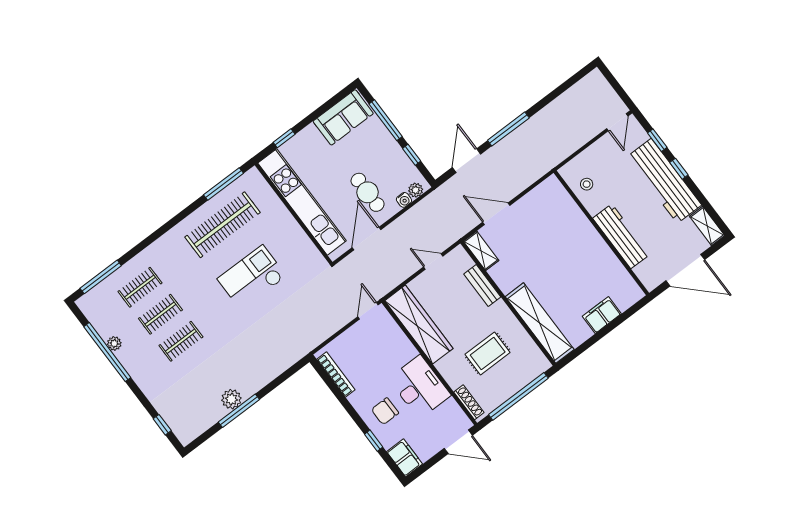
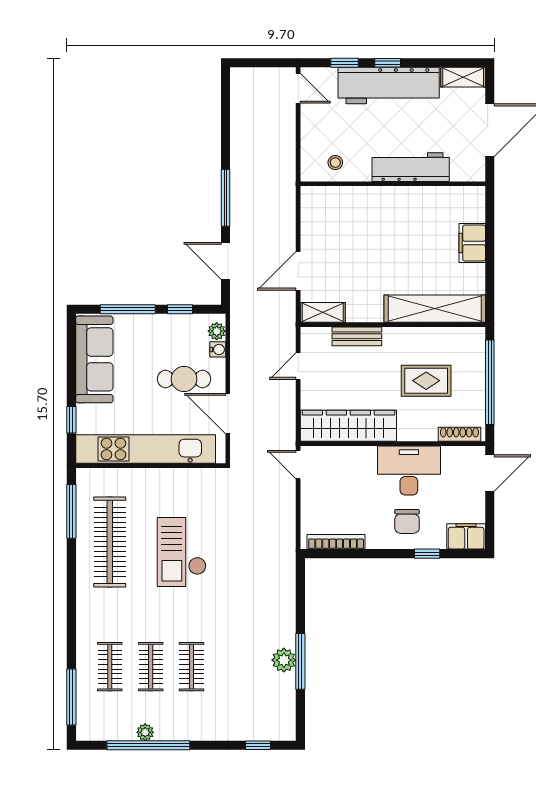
sofa: (343, 117) -> (94, 359), width x1.36
rug: (488, 353) -> (426, 381), turned 90

